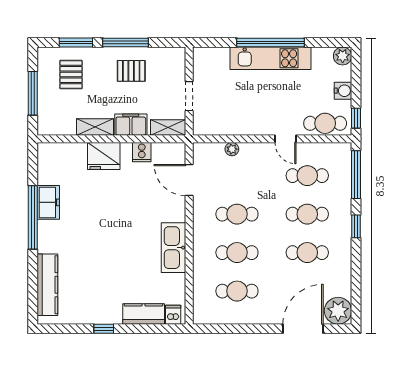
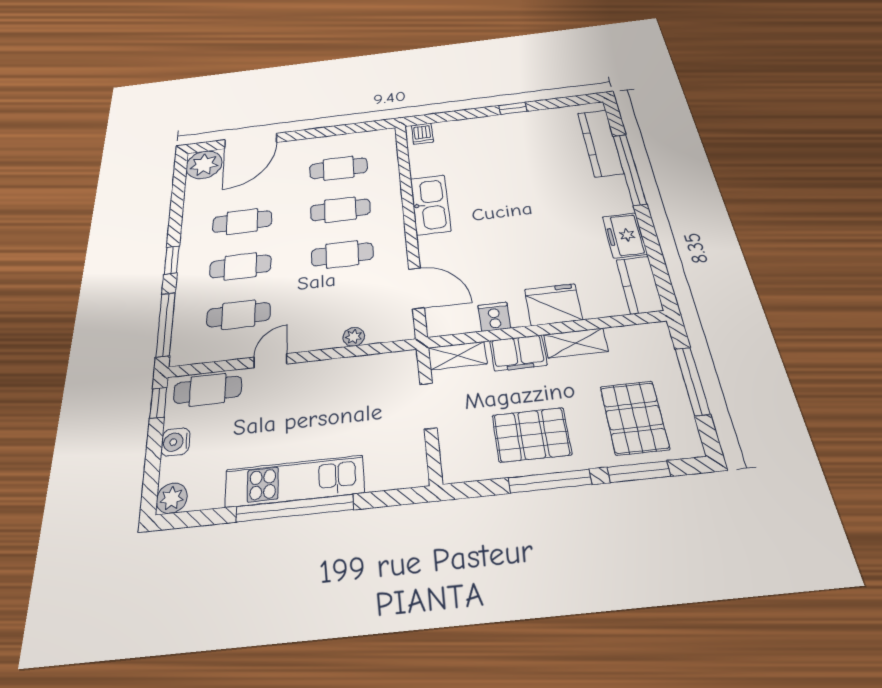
pallet: (131, 71) -> (532, 435), width x1.50, depth x1.42
pallet: (71, 75) -> (634, 418), width x1.50, depth x1.42
door: (286, 139) -> (270, 361), hinge flipped
window: (33, 217) -> (630, 169), moved
kitchen counter: (144, 314) -> (640, 285), moved, turned 90

